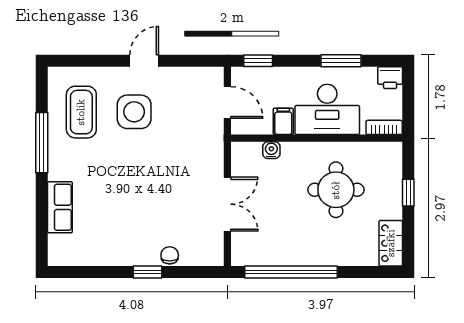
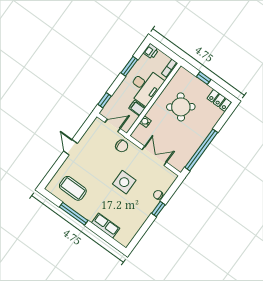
side table: (134, 112) -> (124, 182), moved
chair: (205, 141) -> (122, 146), added
round table: (336, 190) -> (181, 107), turned -37

